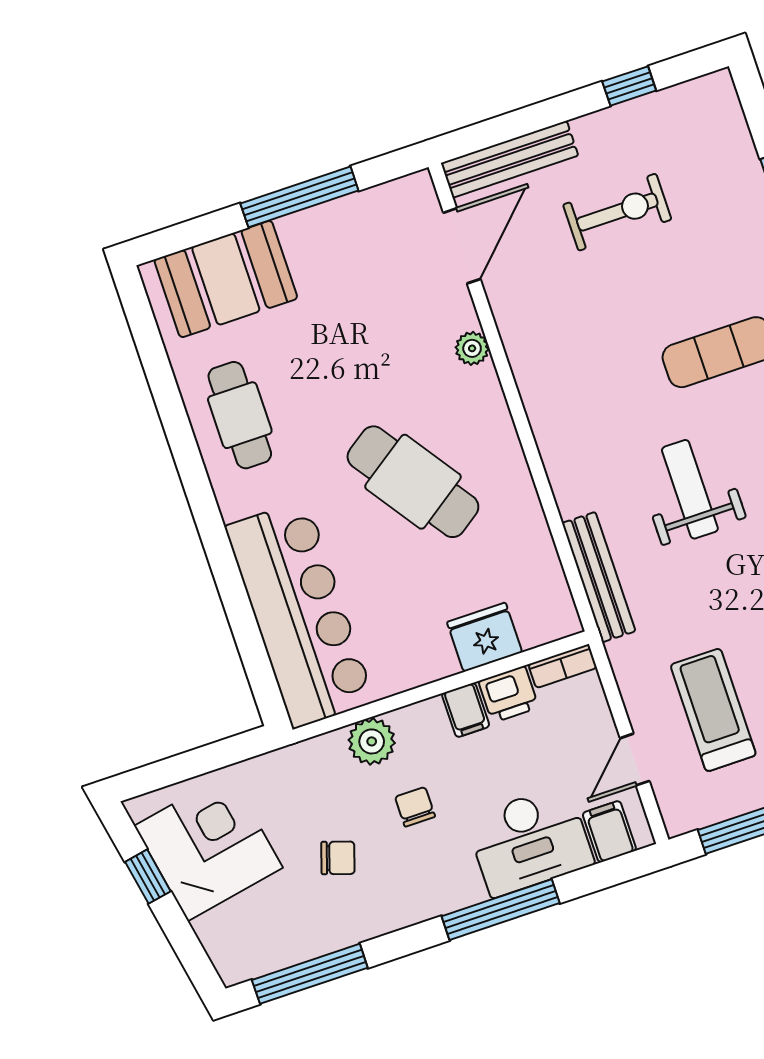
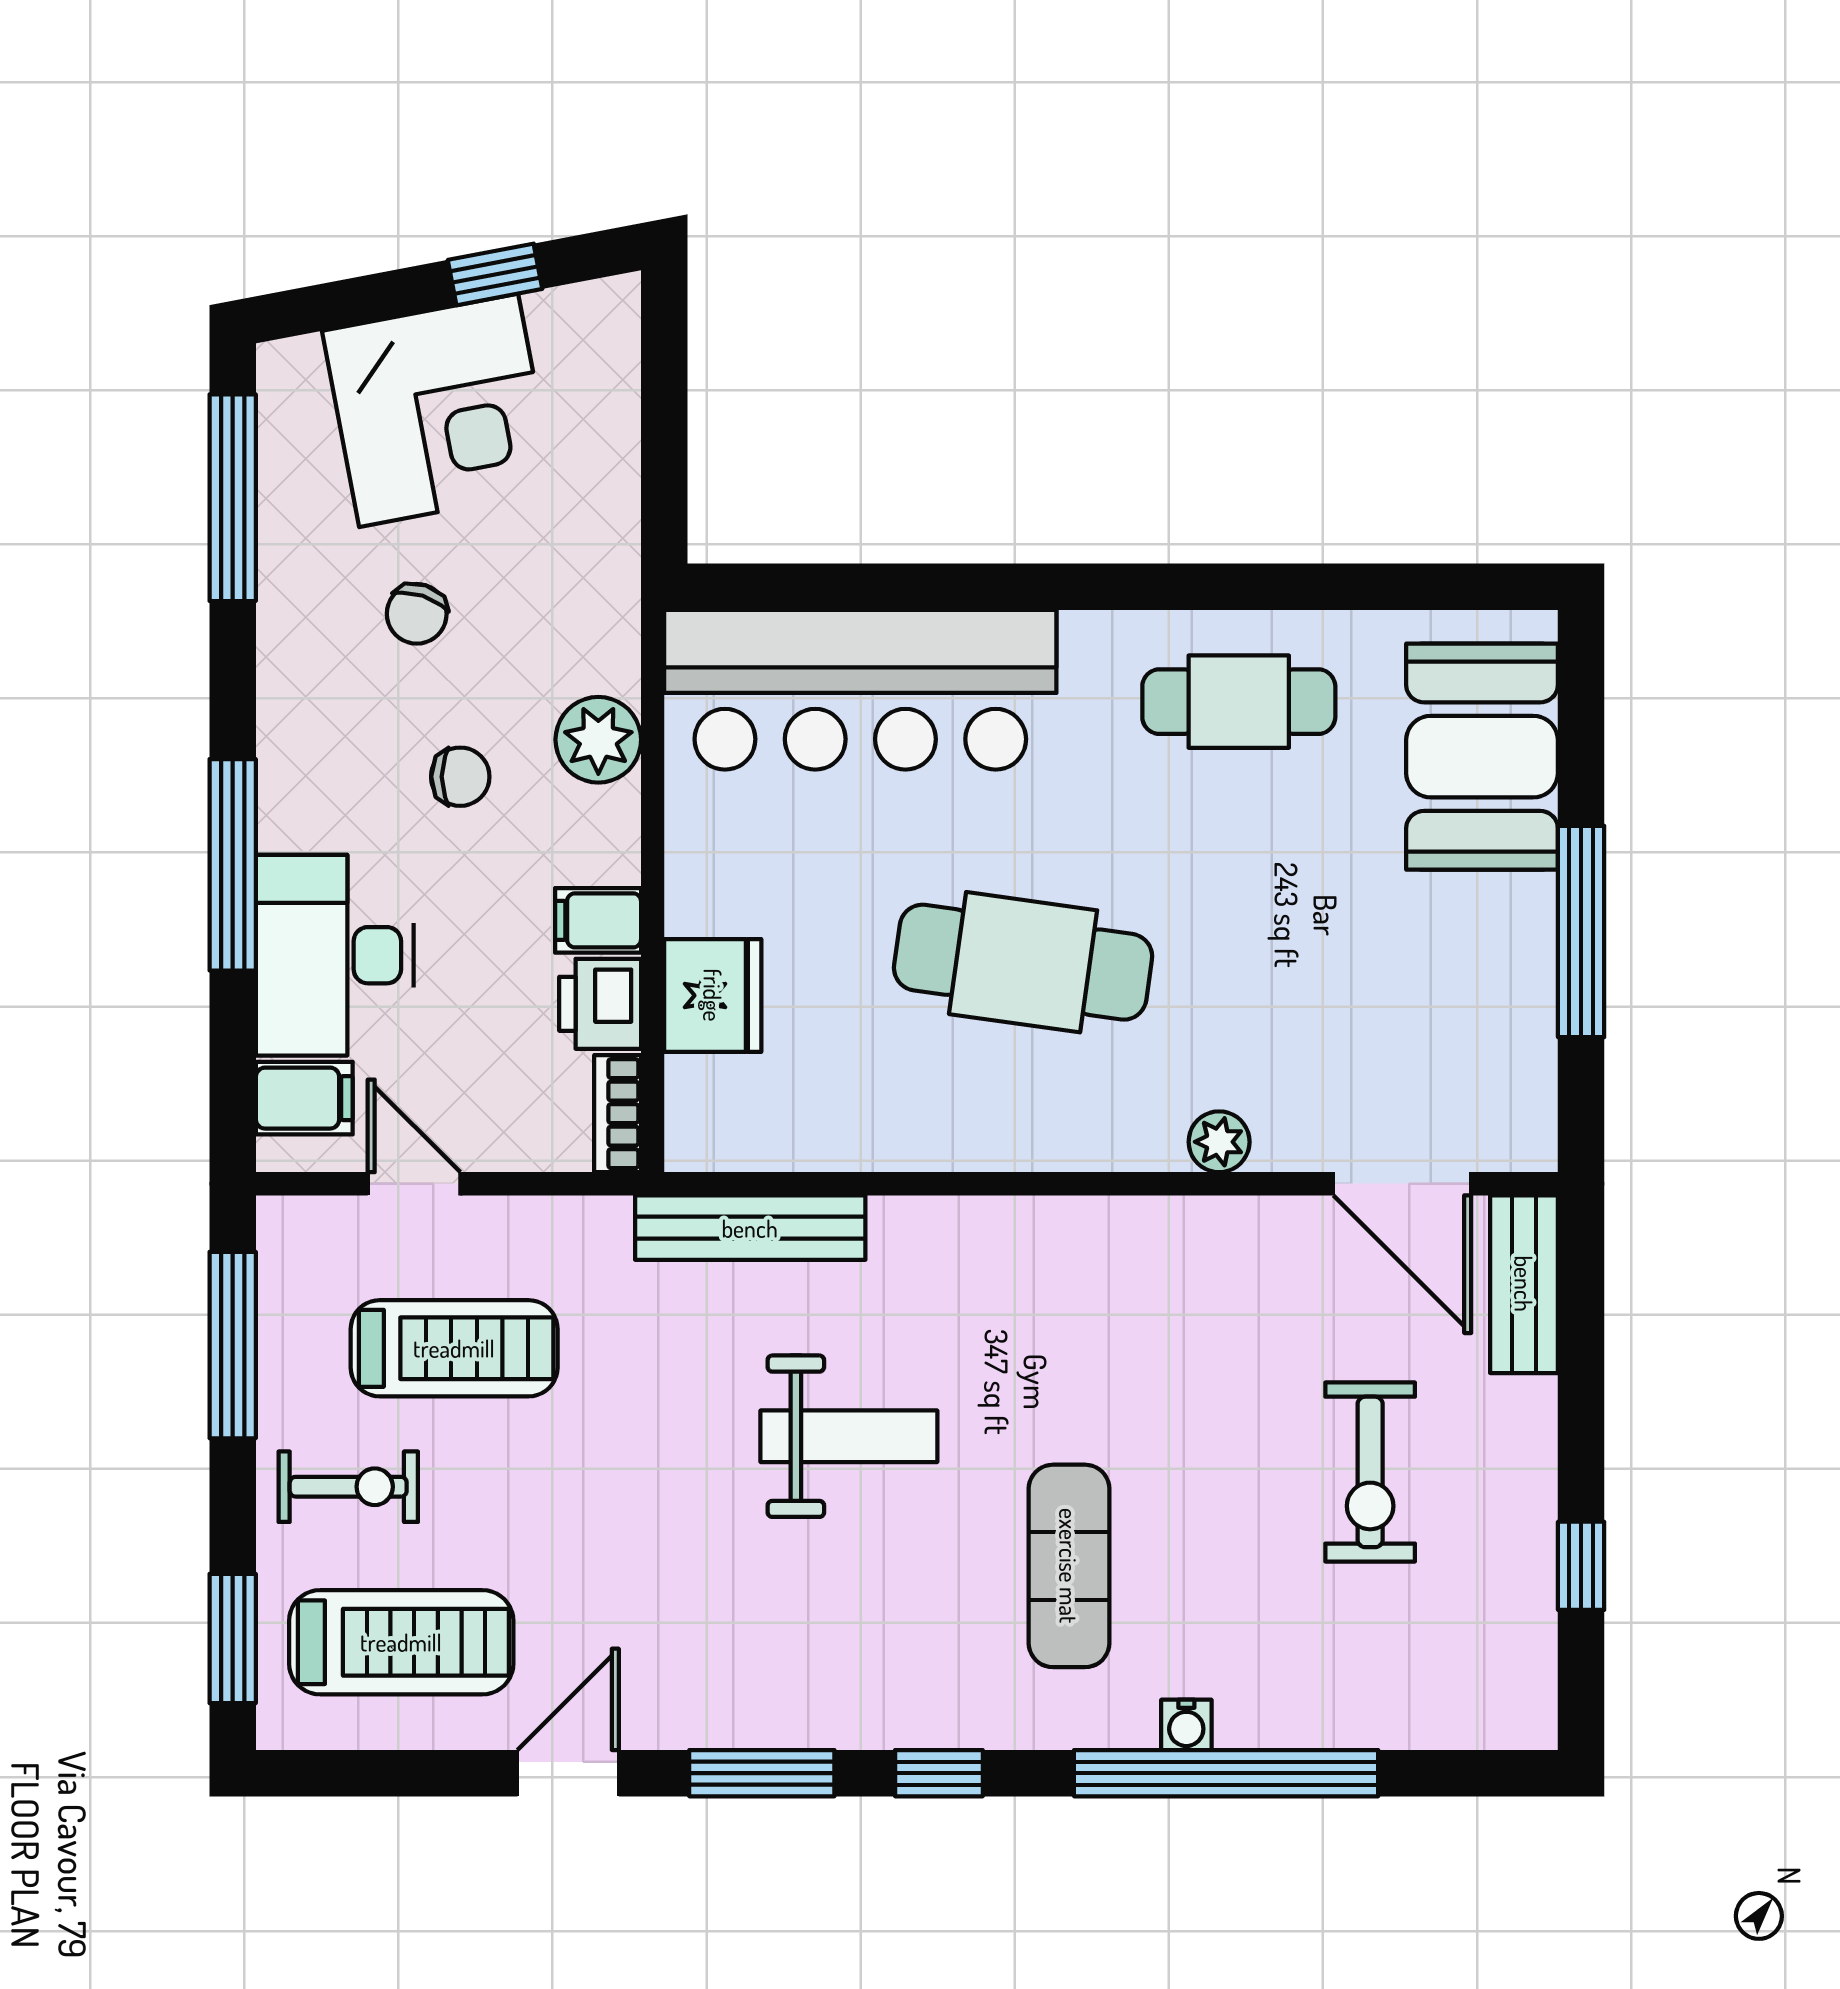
bench: (510, 159) -> (1524, 1284), width x0.73
cafe table: (413, 482) -> (1023, 962), turned 43
corner desk: (208, 847) -> (439, 410), moved

